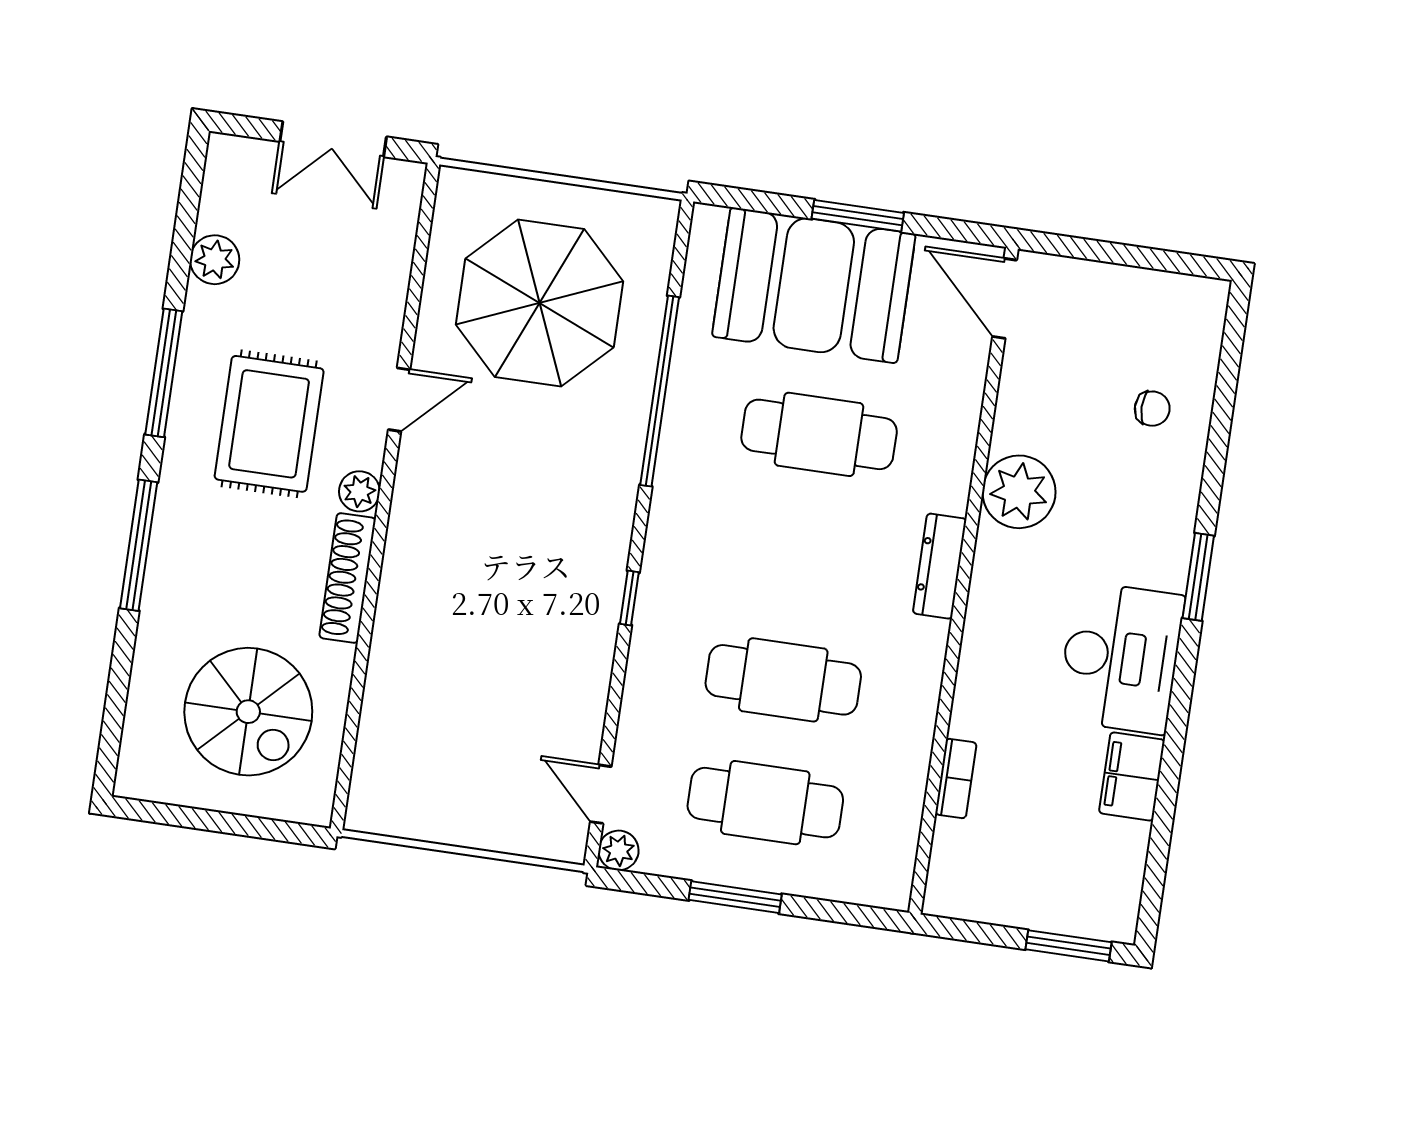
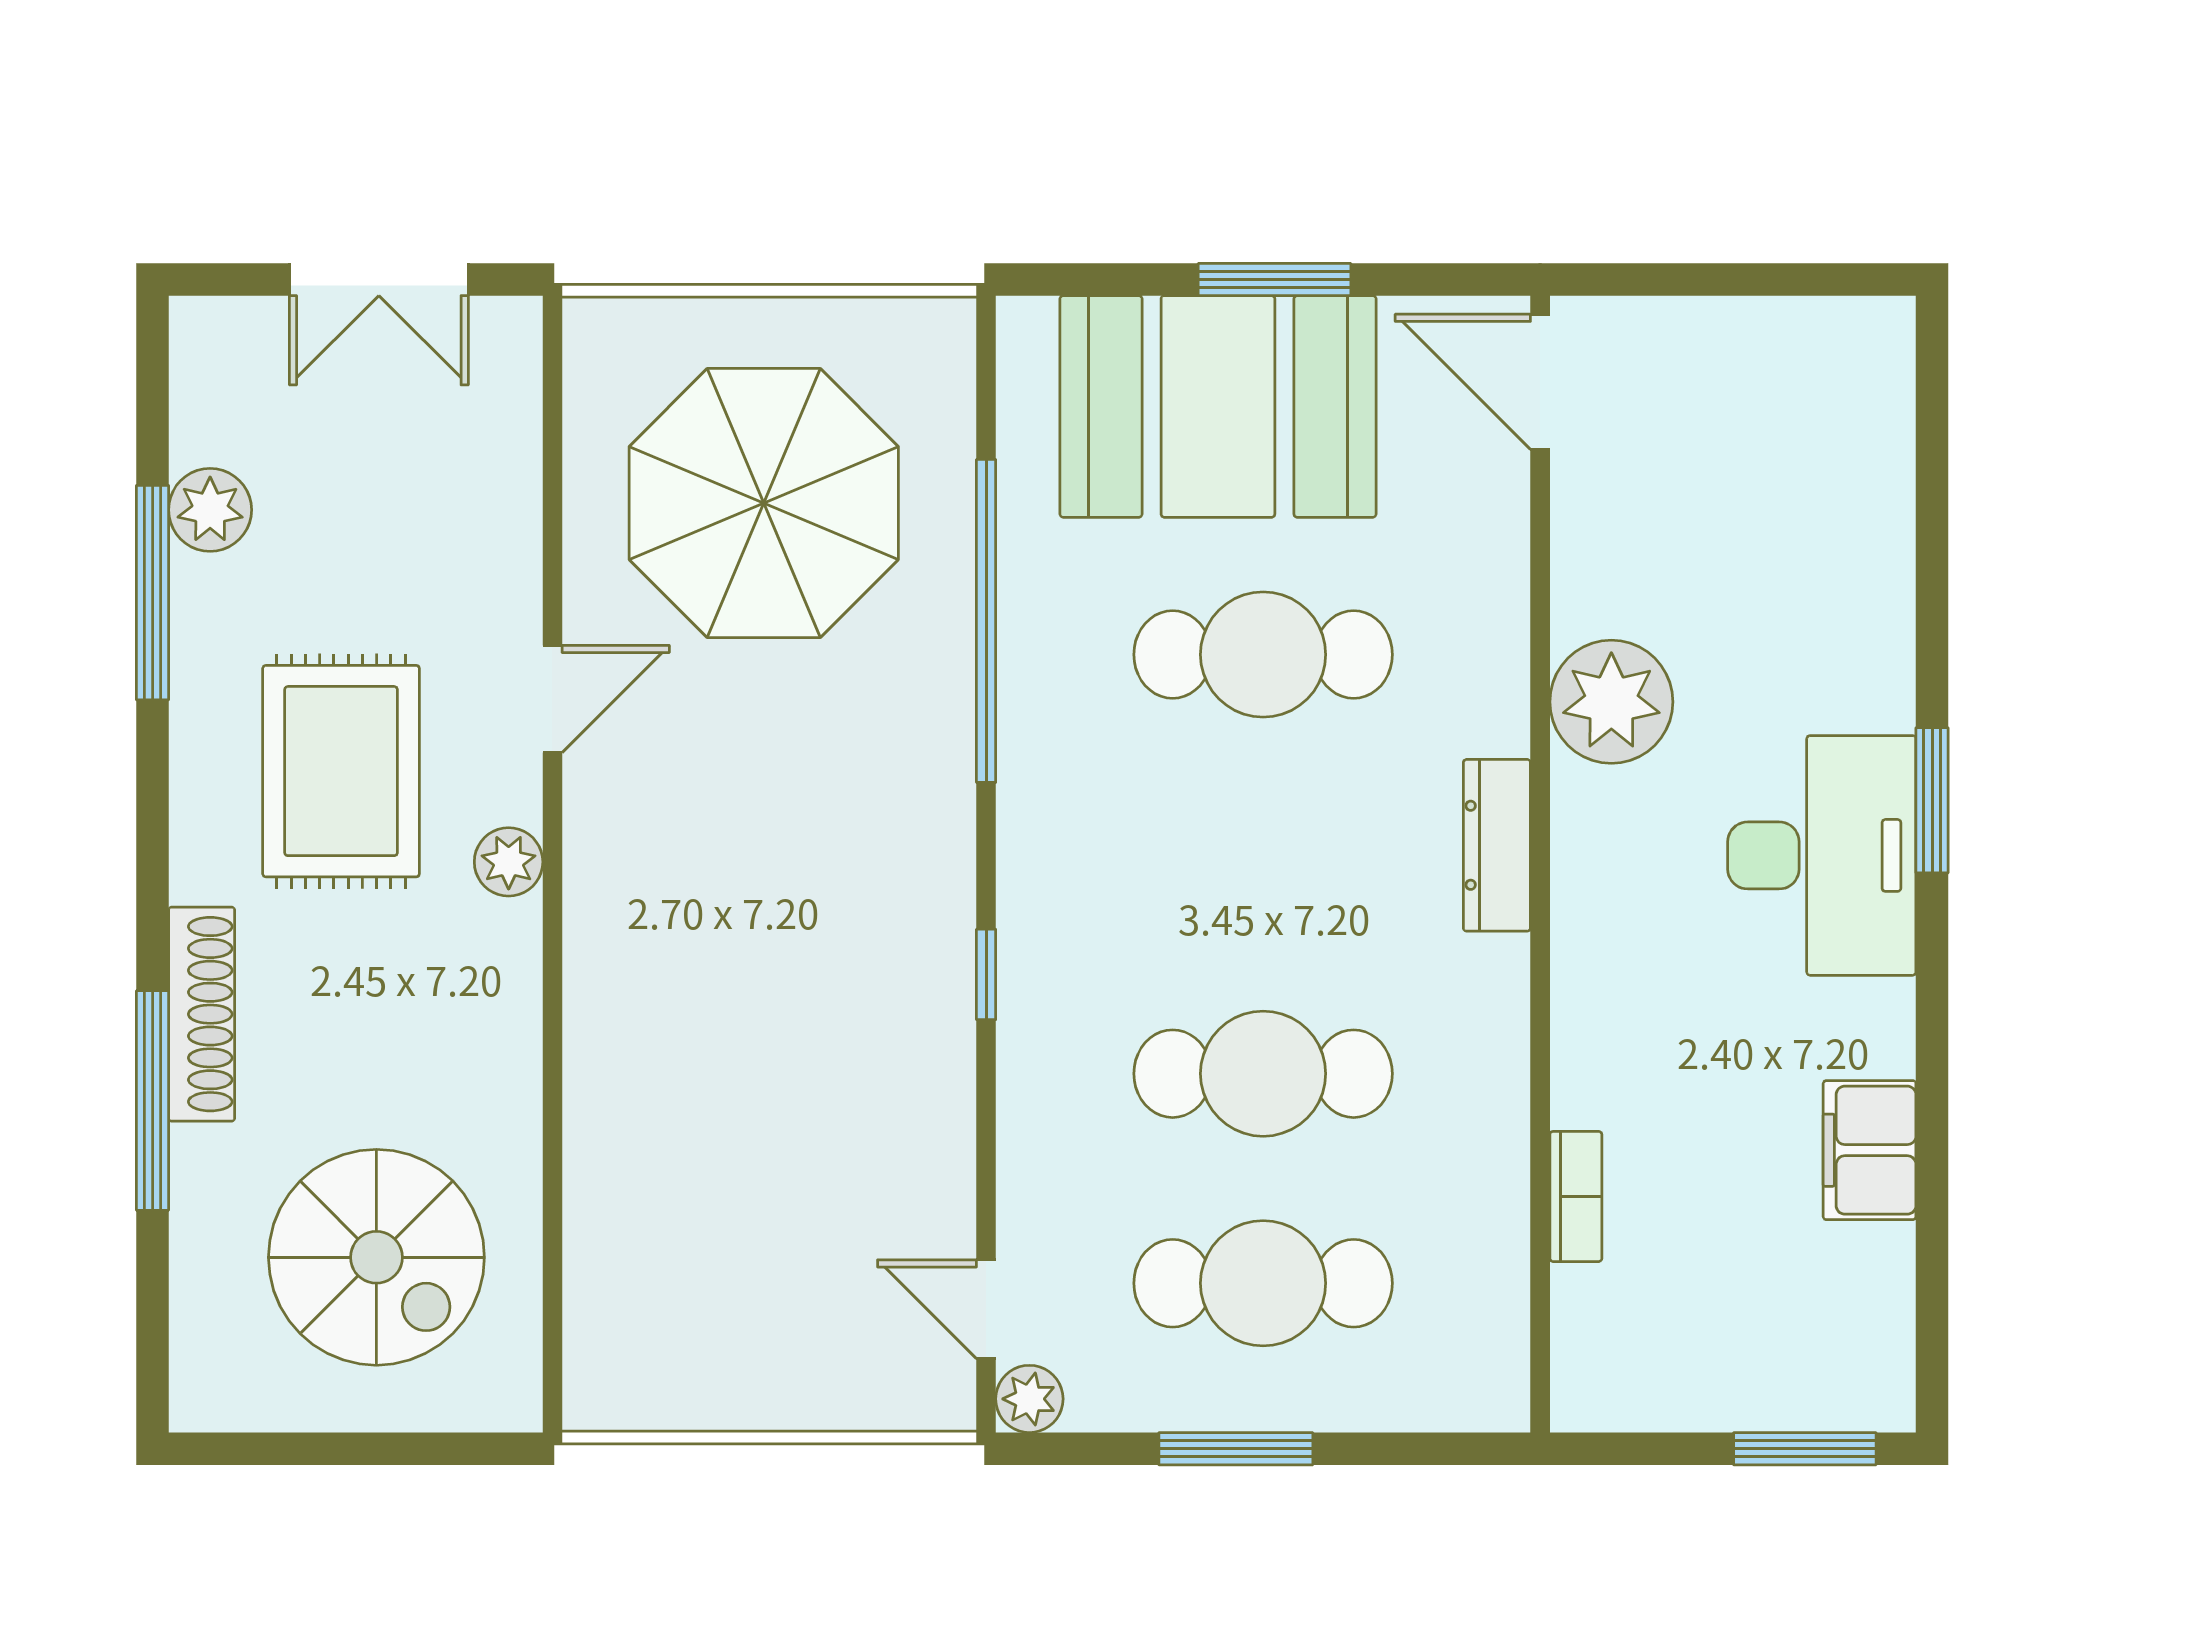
window: (164, 373) -> (153, 593), moved
chair: (1152, 409) -> (1814, 530), removed
window: (139, 545) -> (153, 1101), moved
shoe rack: (347, 578) -> (202, 1014), moved, turned 180
desk: (1121, 658) -> (1822, 855), moved

